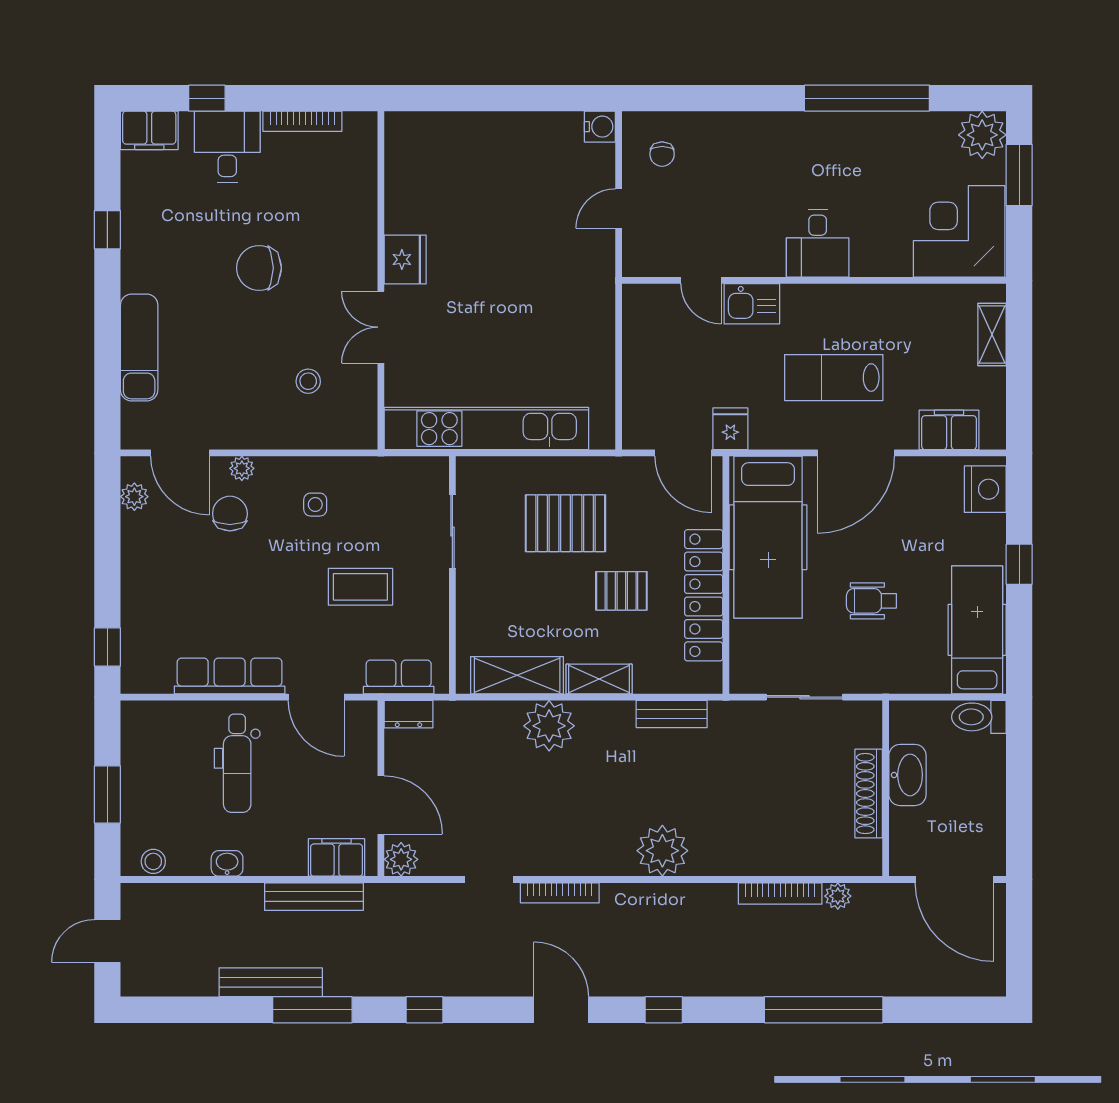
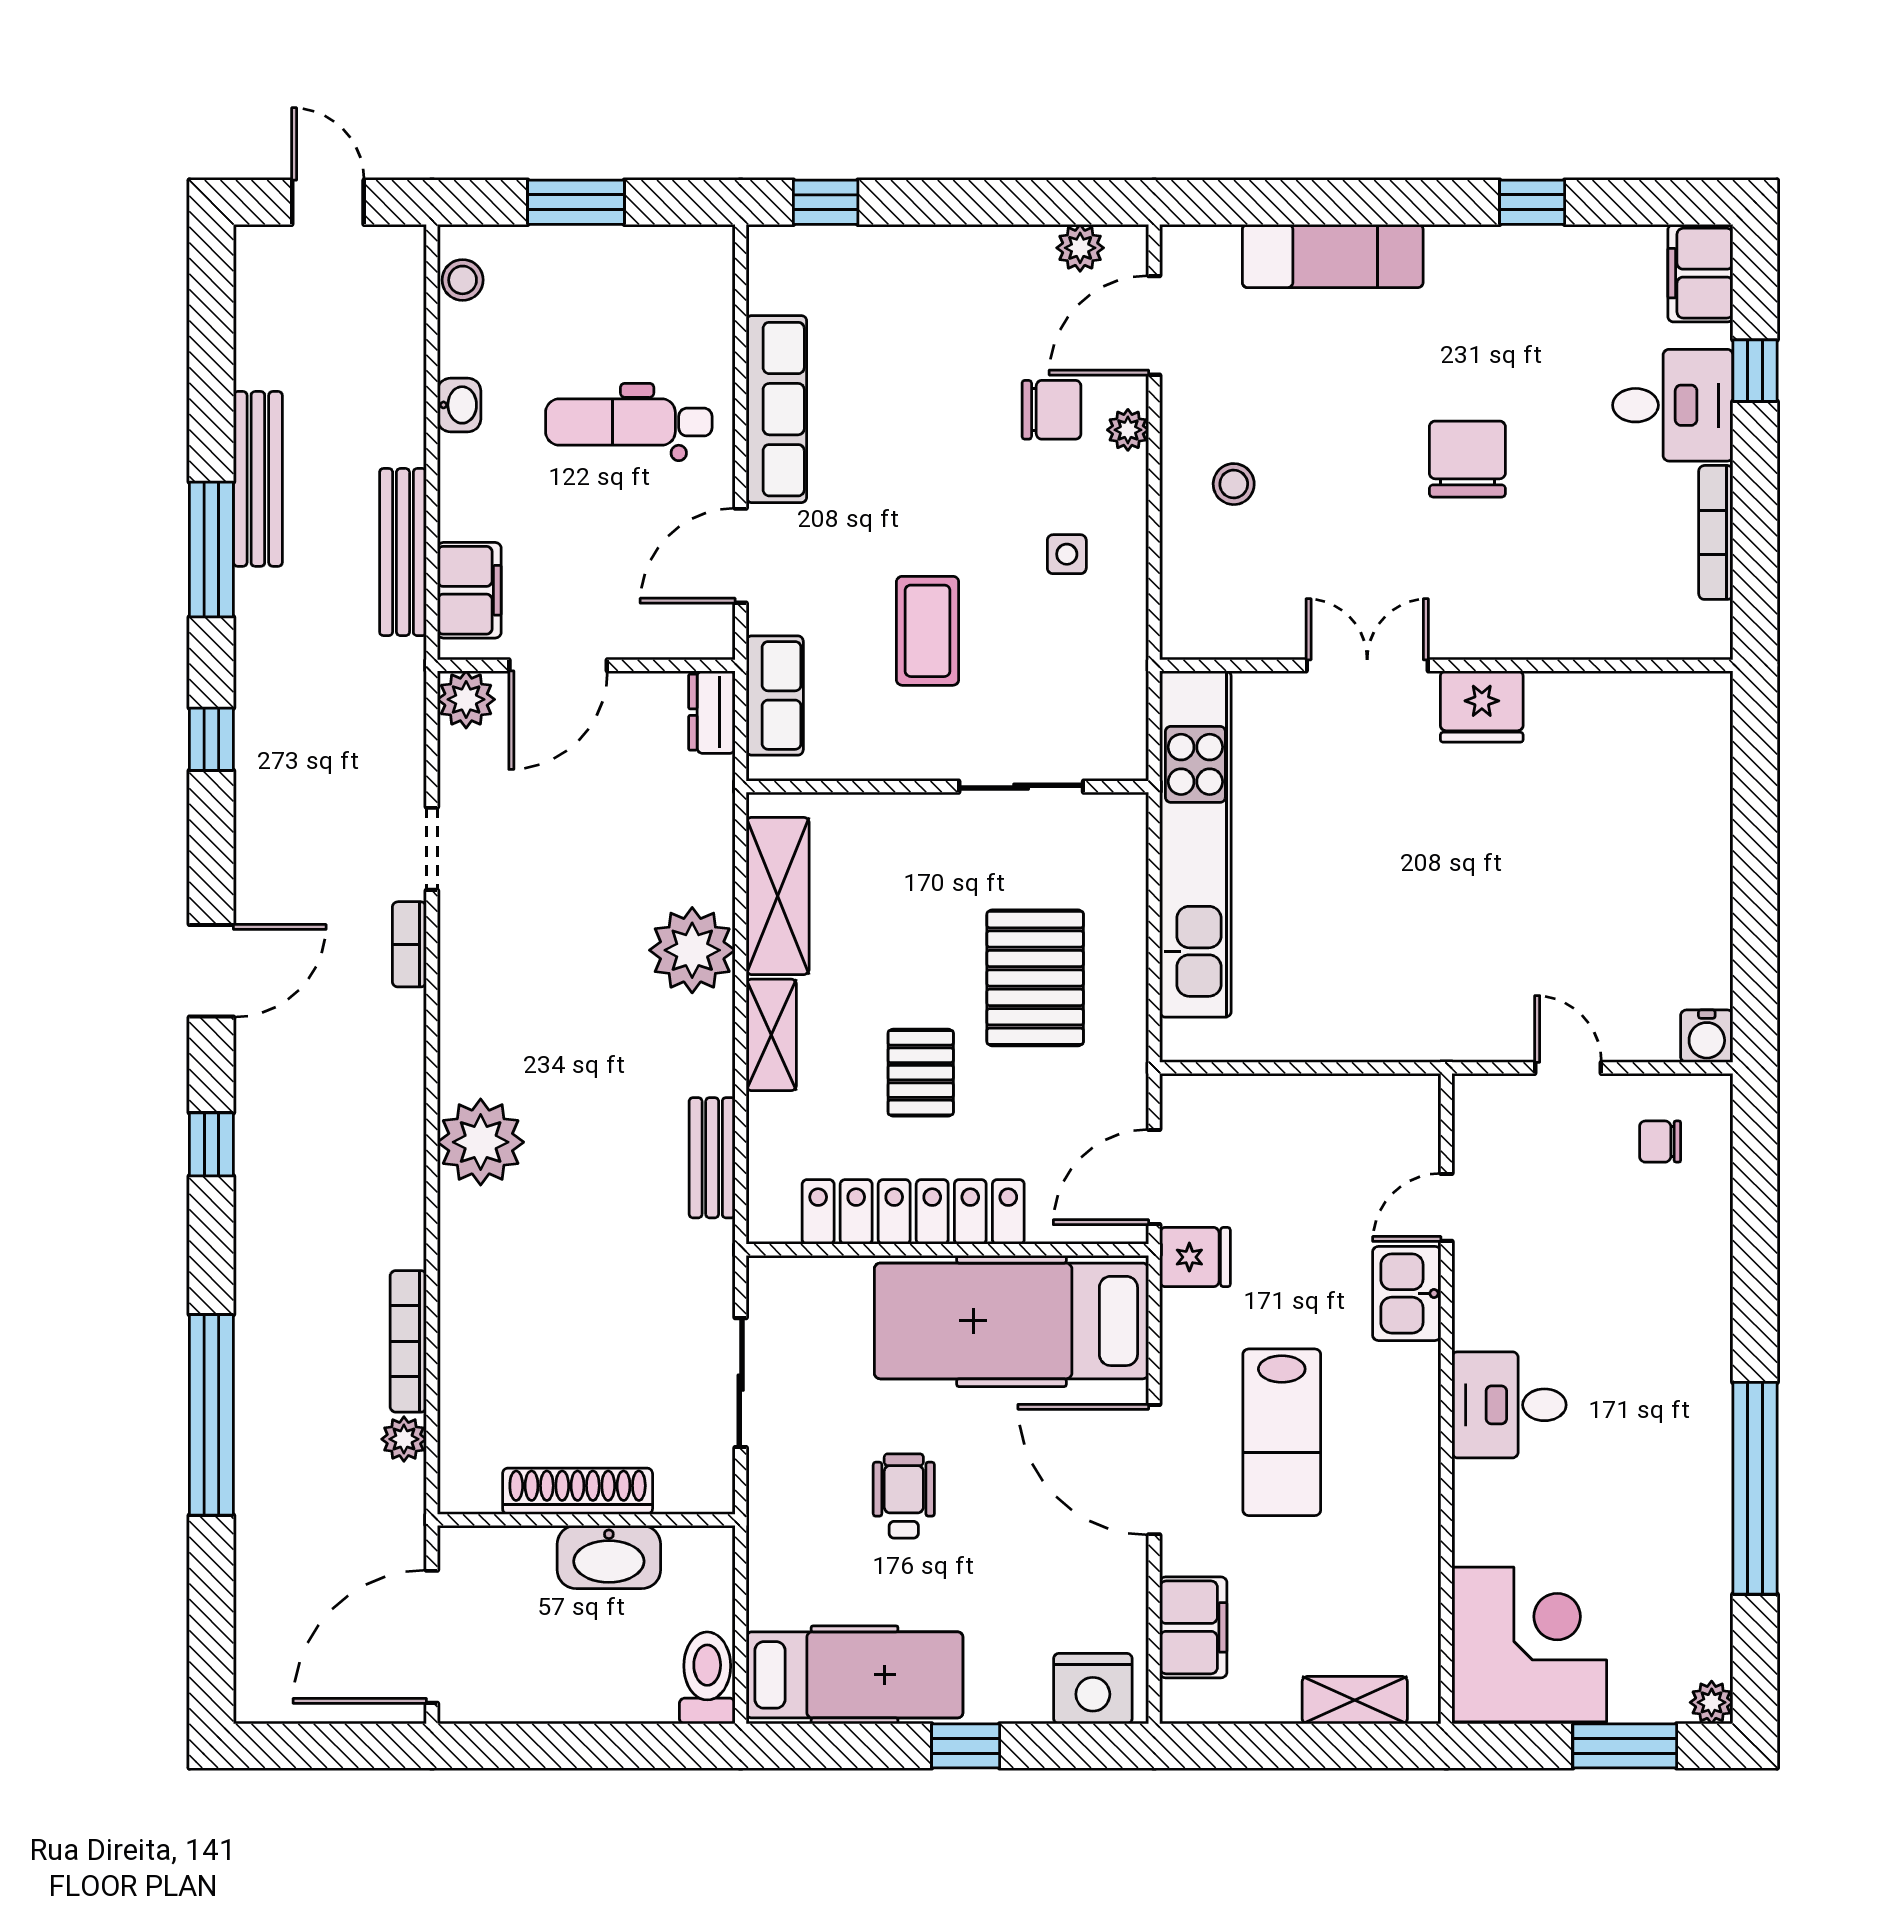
plant: (982, 135) -> (1712, 1702), width x0.53, depth x0.53
lab bench: (834, 378) -> (1282, 1432), turned 180
stool: (308, 381) -> (1234, 484), moved
bookcase: (560, 893) -> (409, 944), width x0.64

